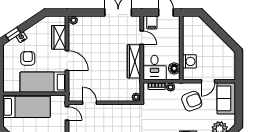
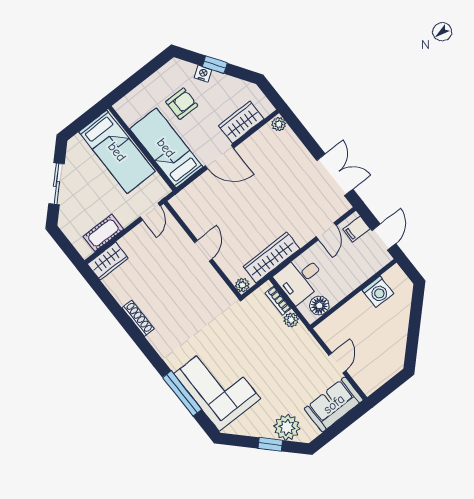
window: (13, 34) -> (215, 65), moved
door: (67, 60) -> (219, 157), hinge flipped
wardrobe: (134, 61) -> (272, 258), moved
washing machine: (189, 61) -> (378, 292), moved
door: (208, 81) -> (337, 363), swing flipped
armchair: (192, 101) -> (295, 362), removed
door: (89, 103) -> (203, 251), moved

